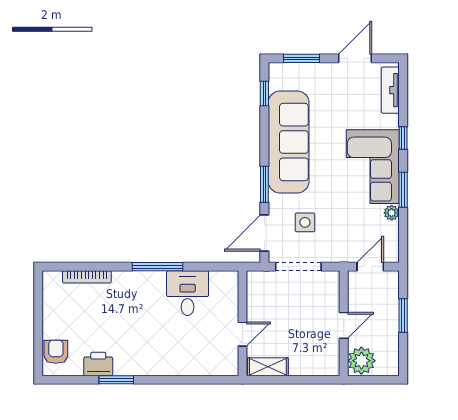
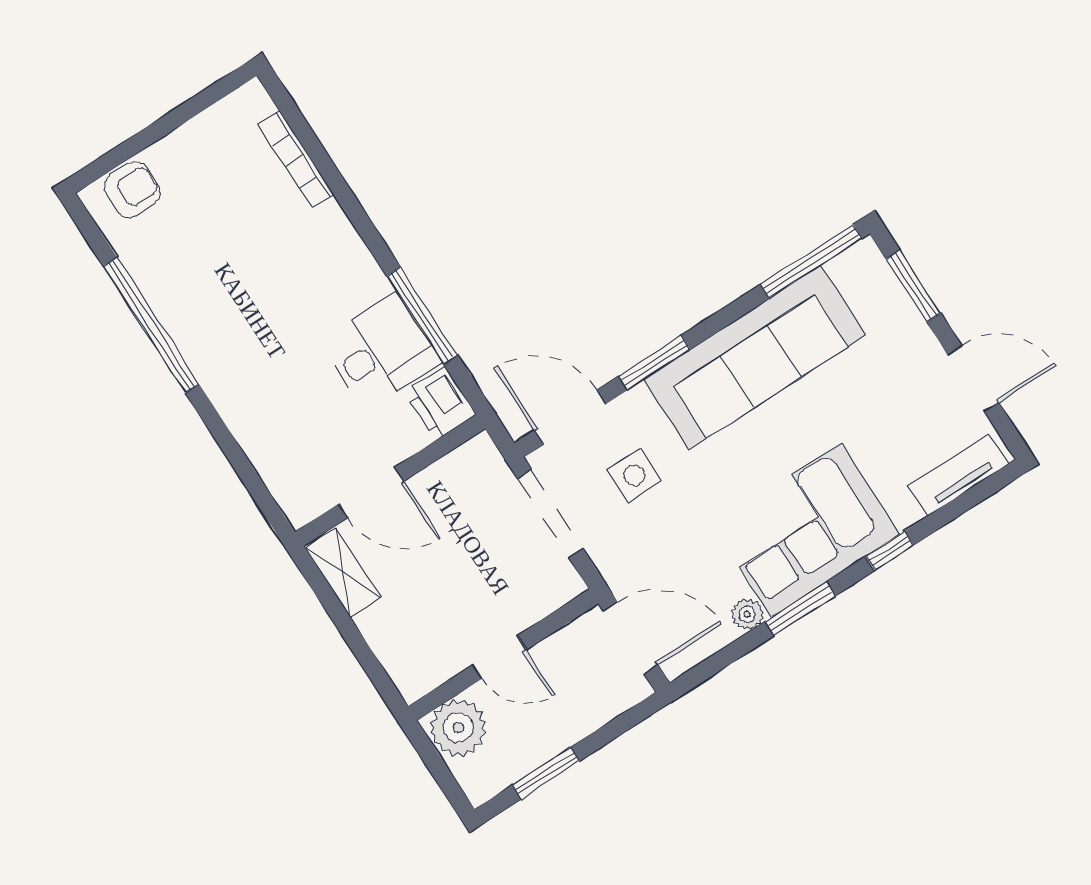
window: (264, 94) -> (811, 261), width x2.17
window: (157, 267) -> (422, 316), moved
door: (370, 267) -> (630, 638), width x1.38
window: (403, 315) -> (546, 773), moved
door: (243, 334) -> (371, 492), width x1.38
printer: (98, 364) -> (440, 403), moved, turned 180
window: (116, 380) -> (151, 325), width x2.11

